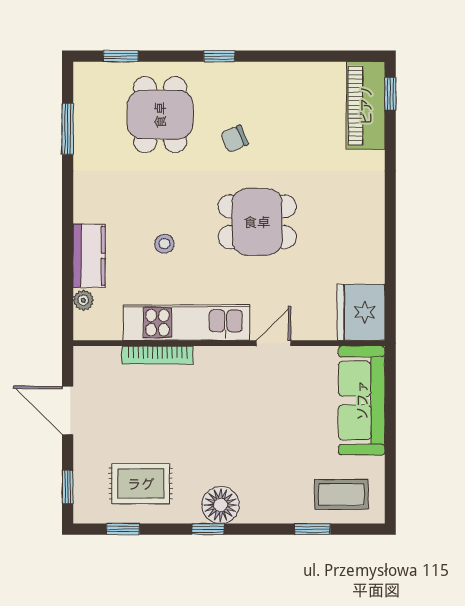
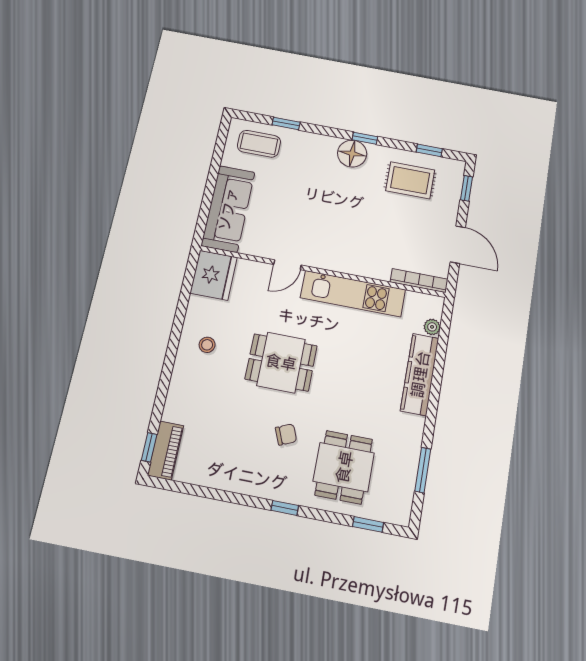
piano: (366, 105) -> (166, 450), width x0.73, depth x0.75
stool: (164, 244) -> (207, 345), moved
kitchen counter: (89, 256) -> (420, 374), width x1.50
bookcase: (157, 355) -> (419, 281), moved

